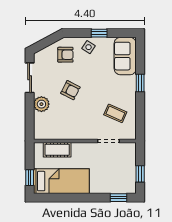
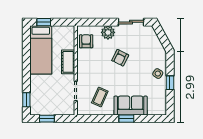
armchair: (65, 55) -> (86, 41), moved, turned 180
sofa: (125, 56) -> (131, 106), moved
cot: (57, 150) -> (68, 62), moved

